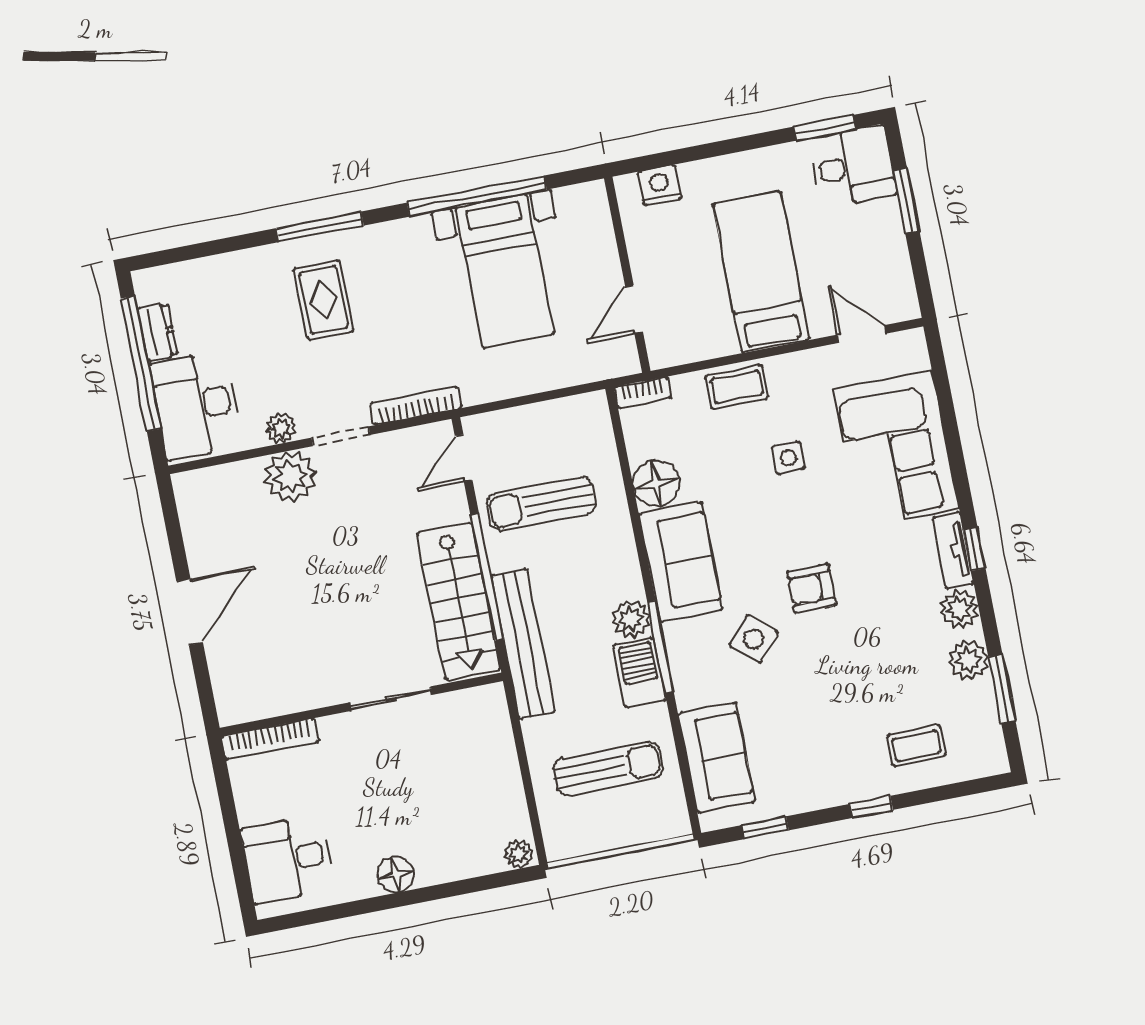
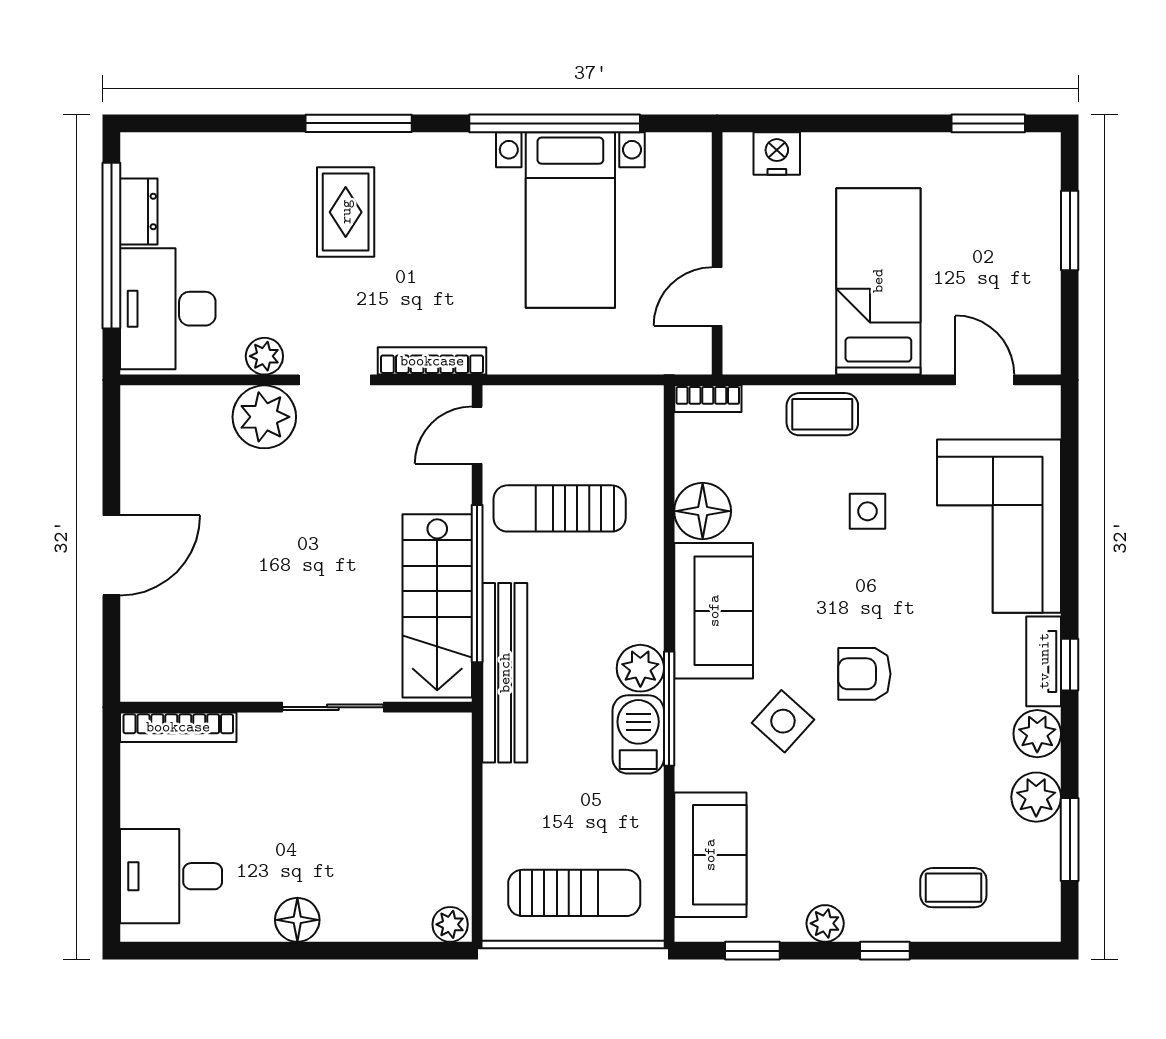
desk: (853, 166) -> (1013, 176), removed
sun lounger: (608, 769) -> (574, 893), moved
plant: (819, 795) -> (825, 923), added

